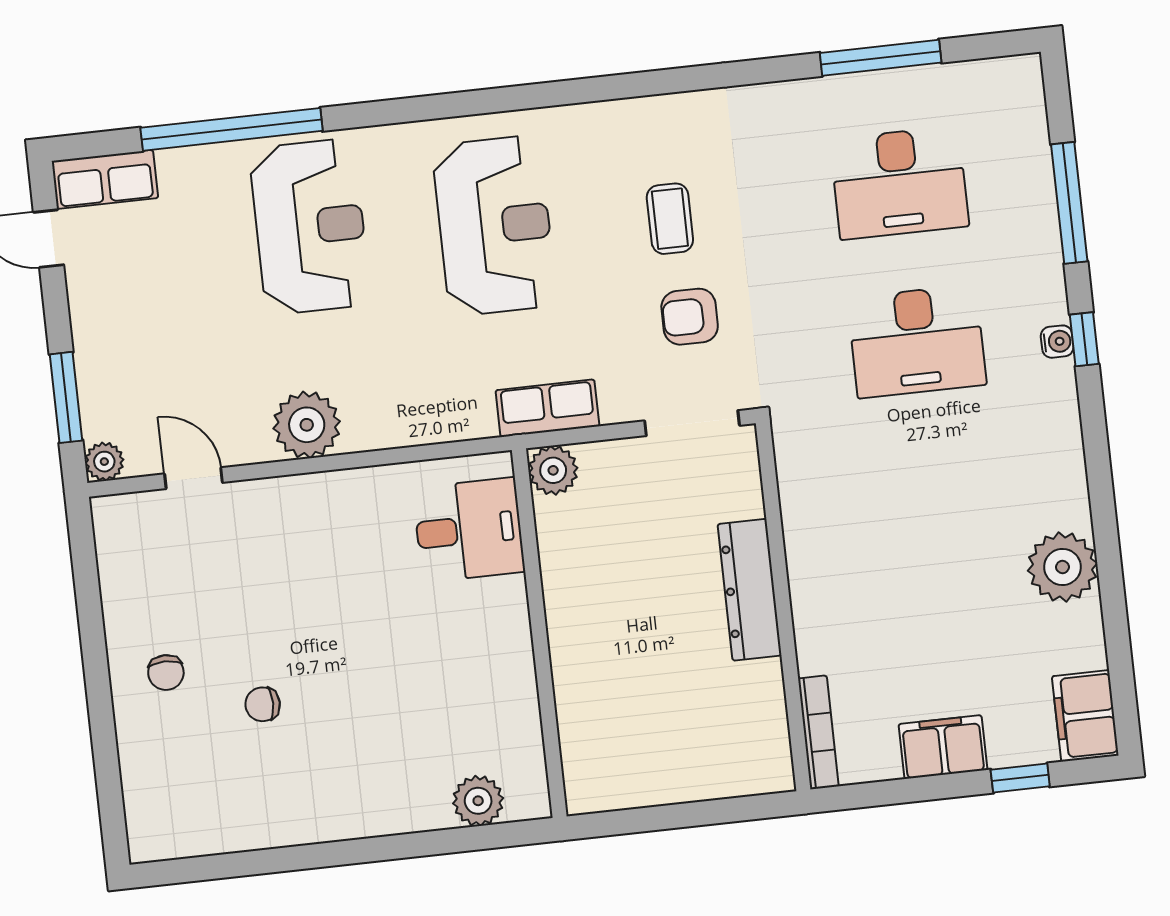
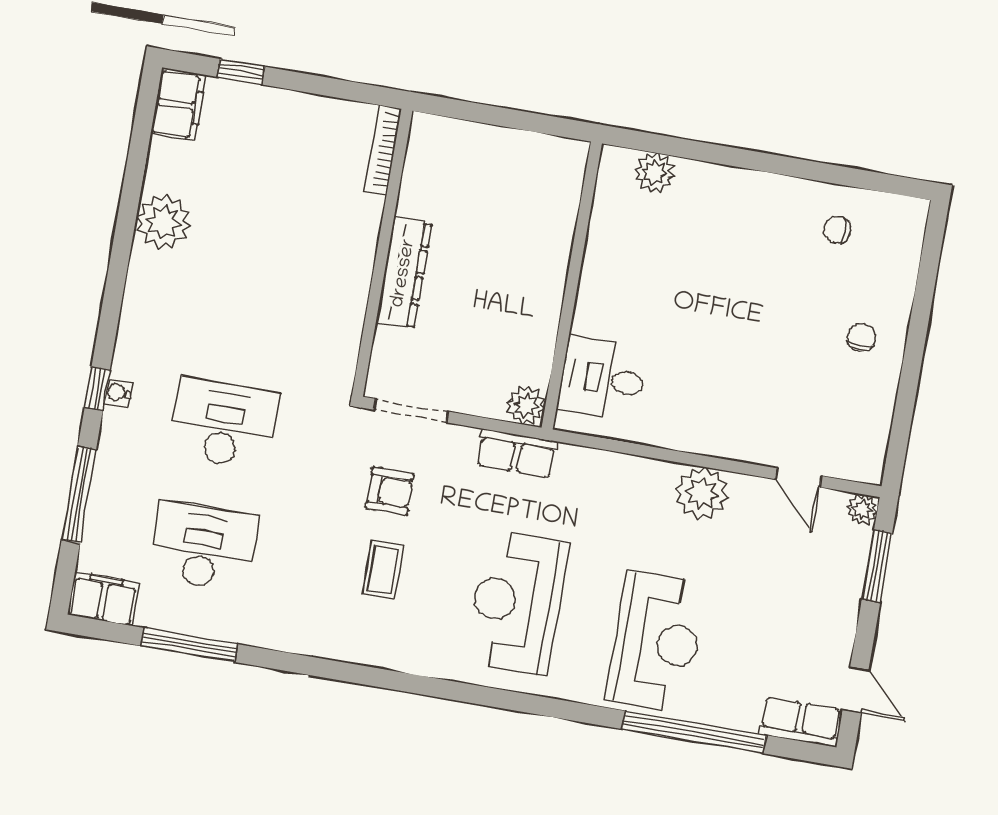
reception desk: (310, 227) -> (656, 642), turned 180
chair: (263, 704) -> (837, 230), moved, turned 180
filing cabinet: (943, 747) -> (103, 599), moved, turned 180

